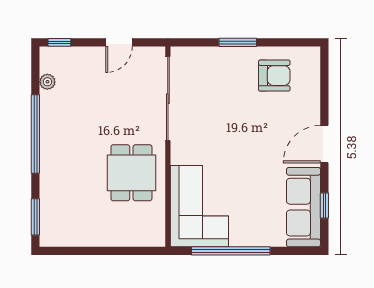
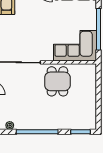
dining table: (131, 173) -> (57, 81), turned 90

